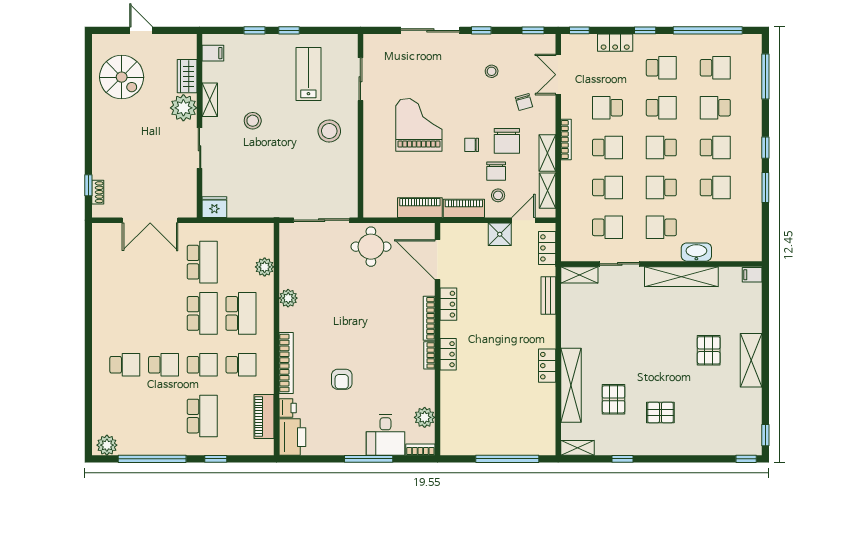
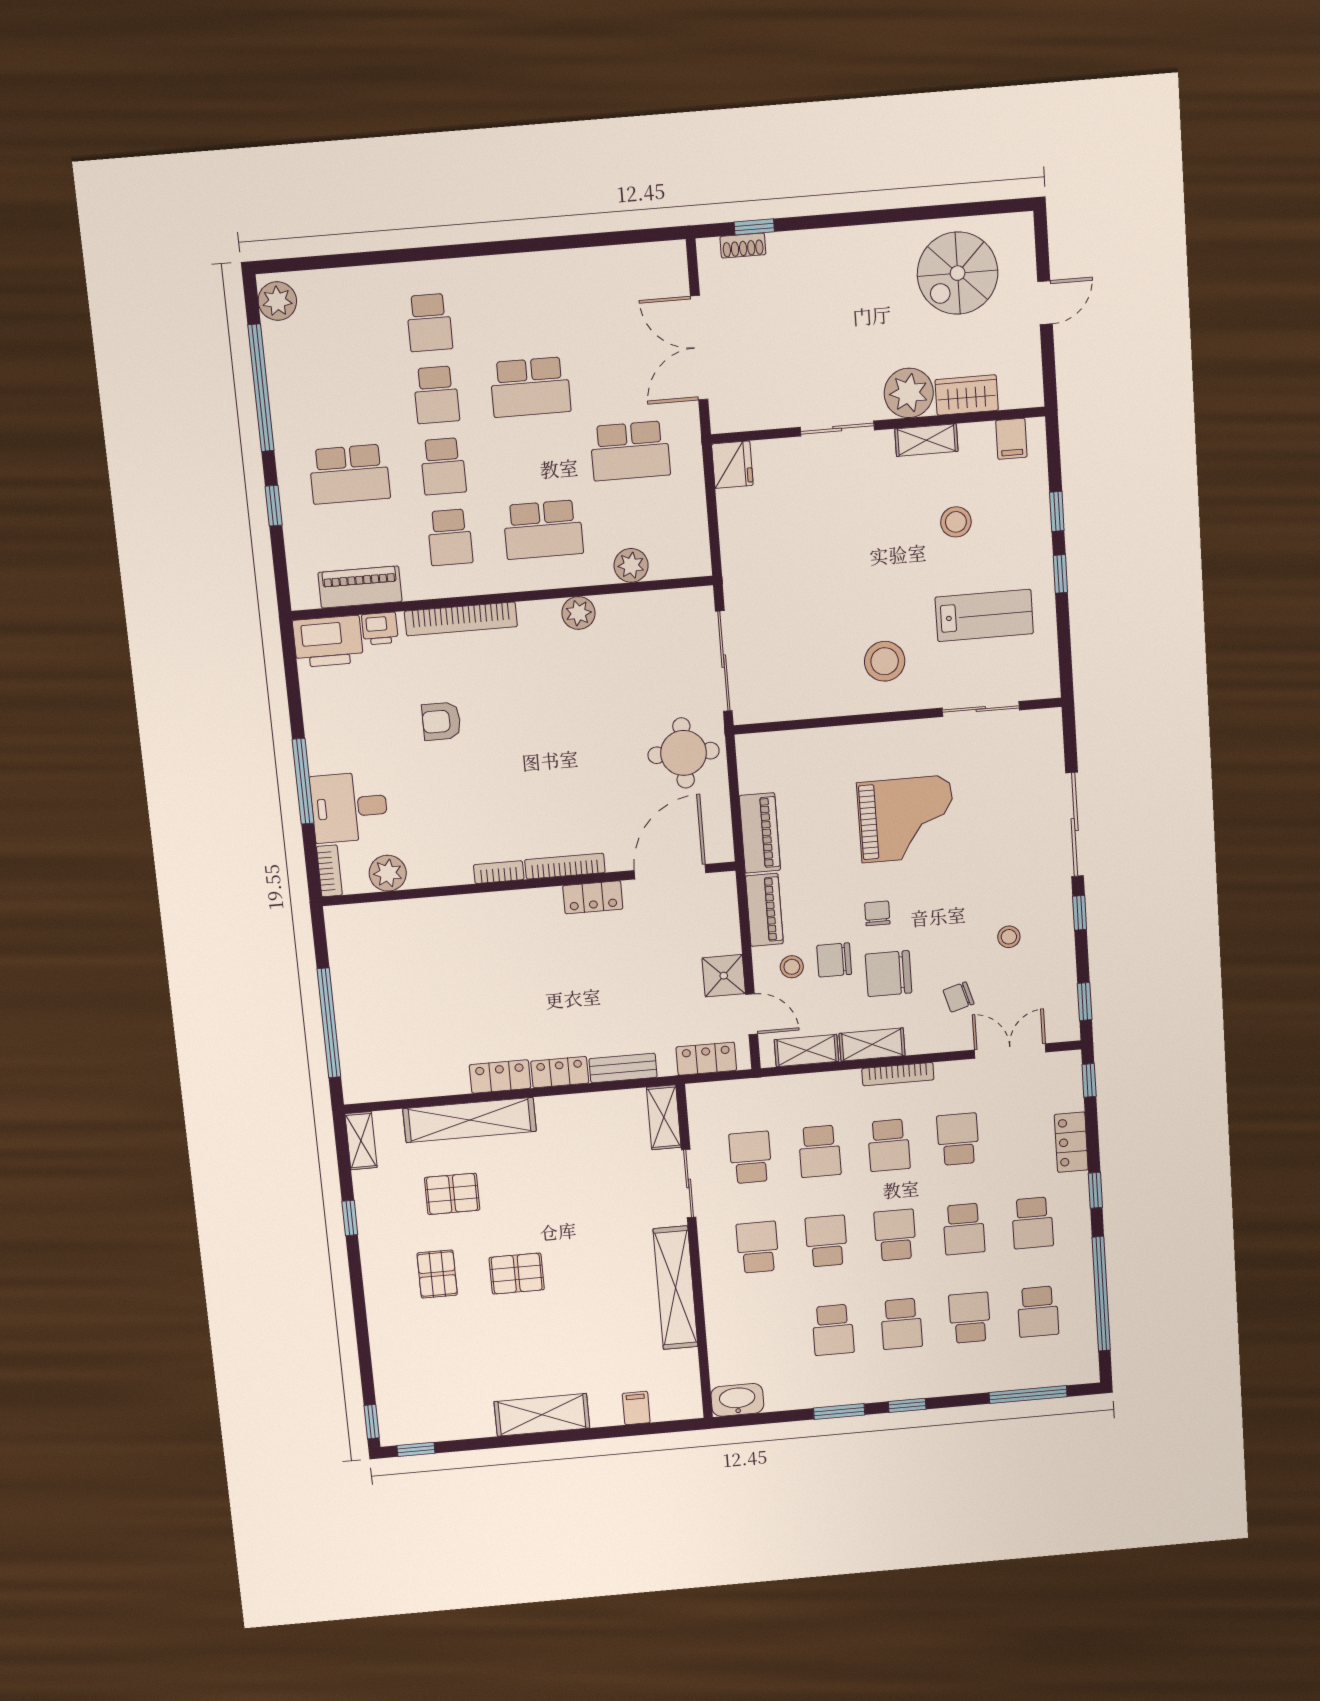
stool: (253, 121) -> (956, 522), moved
school desk: (607, 227) -> (750, 1157), turned 180
washbasin: (696, 252) -> (737, 1400), moved, turned -90
filing cabinet: (752, 275) -> (636, 1408), moved
school desk: (202, 313) -> (530, 387), moved
pallet: (709, 350) -> (517, 1274), moved
locker: (448, 354) -> (560, 1072), moved, turned 180

